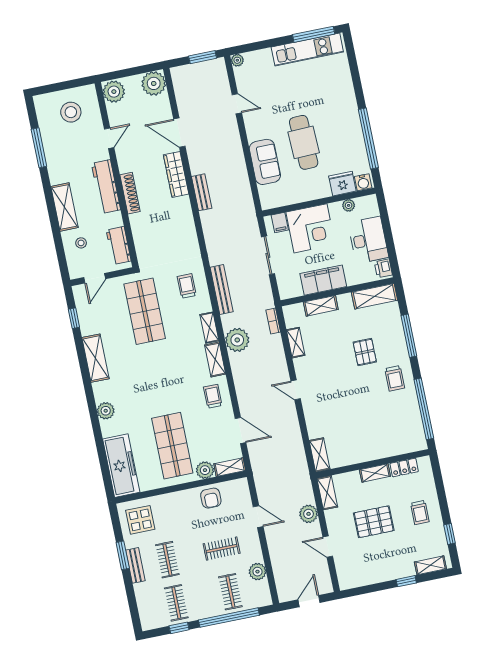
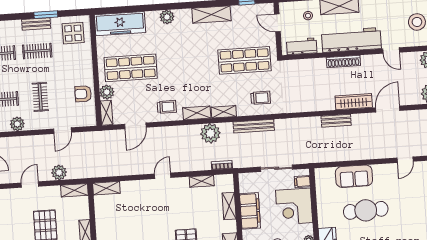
workbench: (106, 187) -> (351, 40), width x1.36, depth x1.32

